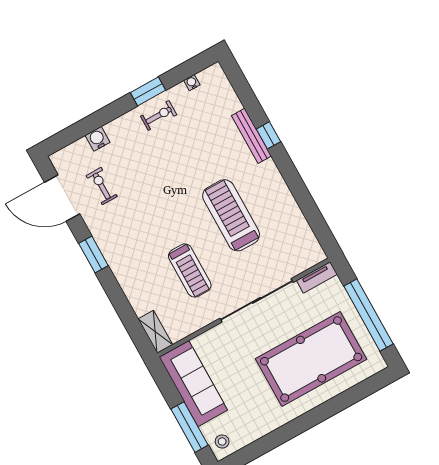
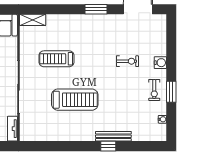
water cooler: (97, 139) -> (160, 63), moved
exercise bike: (102, 186) -> (128, 61), moved

